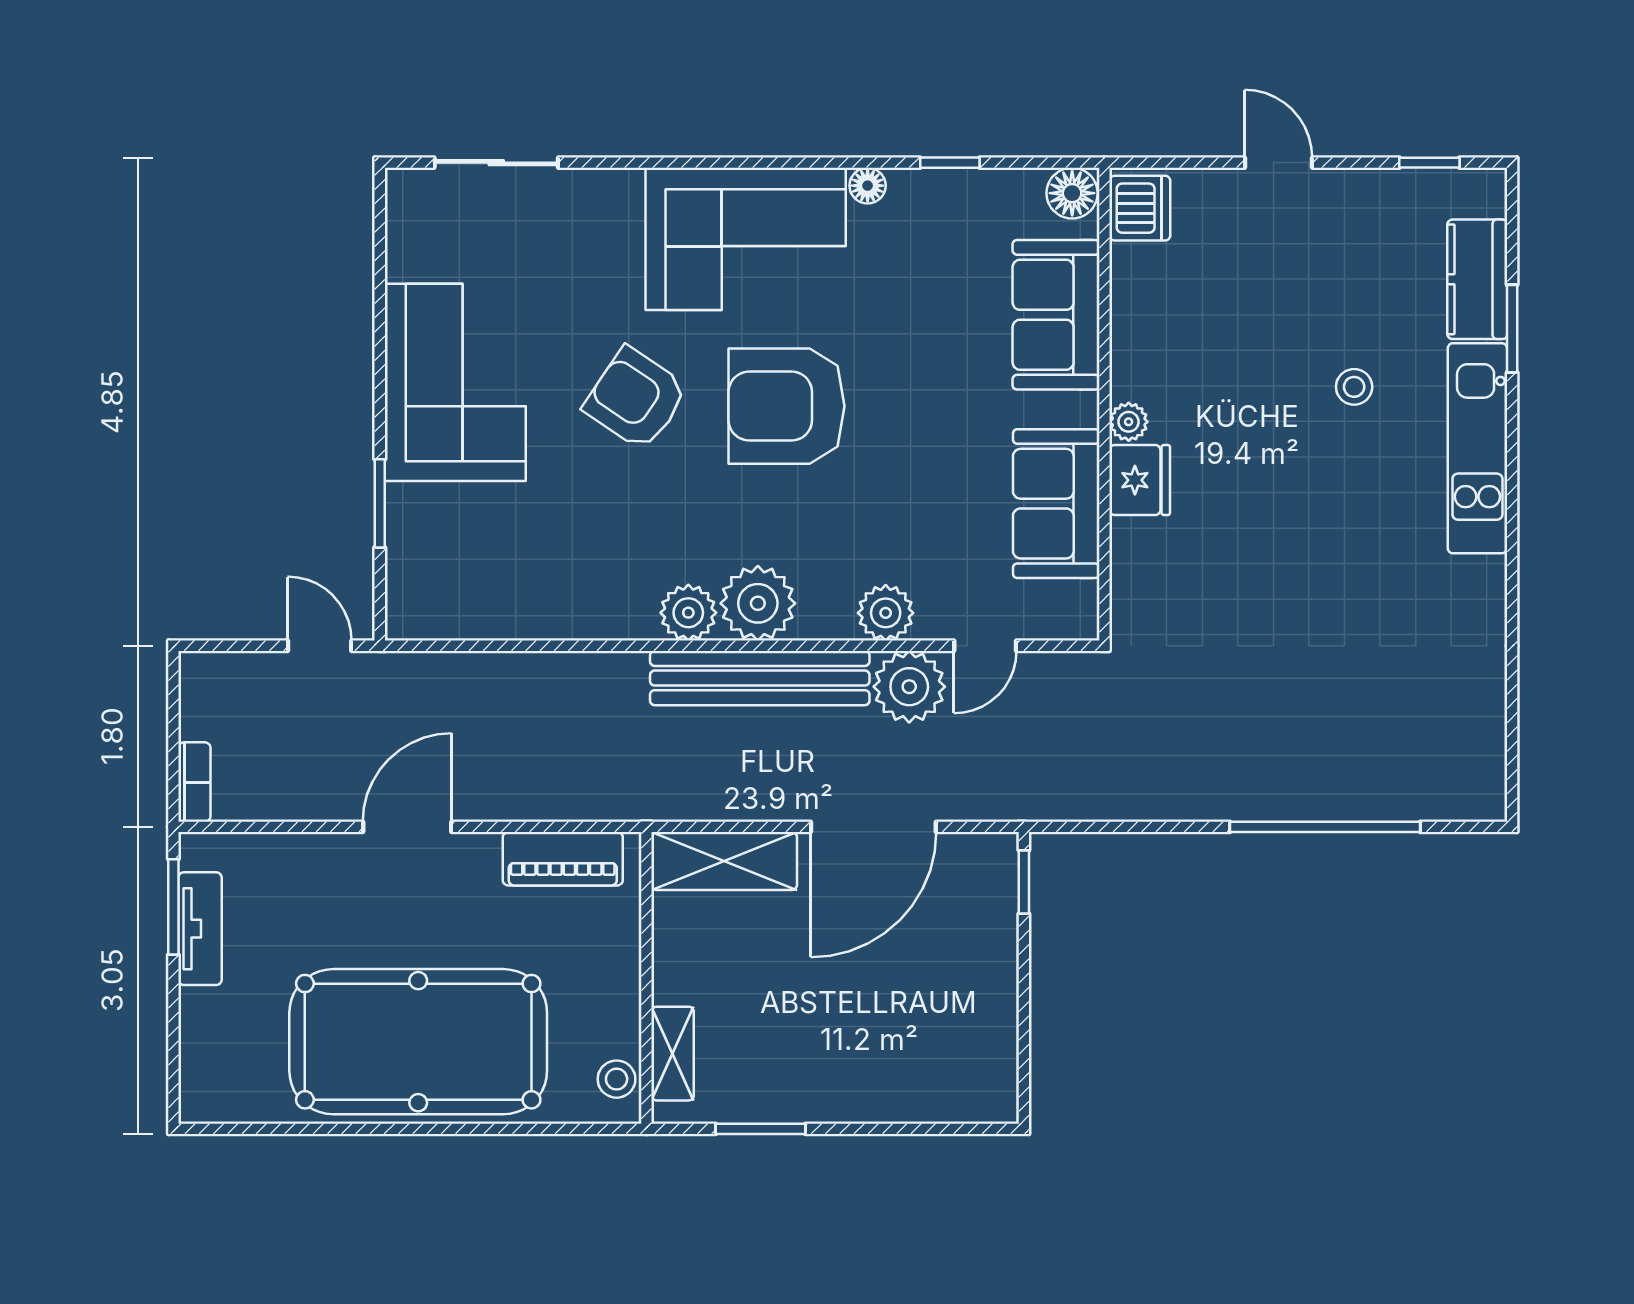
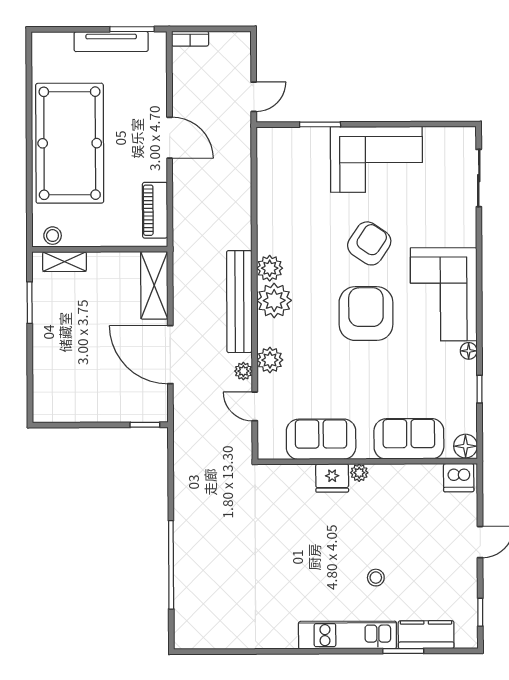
plant: (909, 687) -> (243, 371), width x0.53, depth x0.53
tv unit: (200, 929) -> (111, 42), width x1.41

